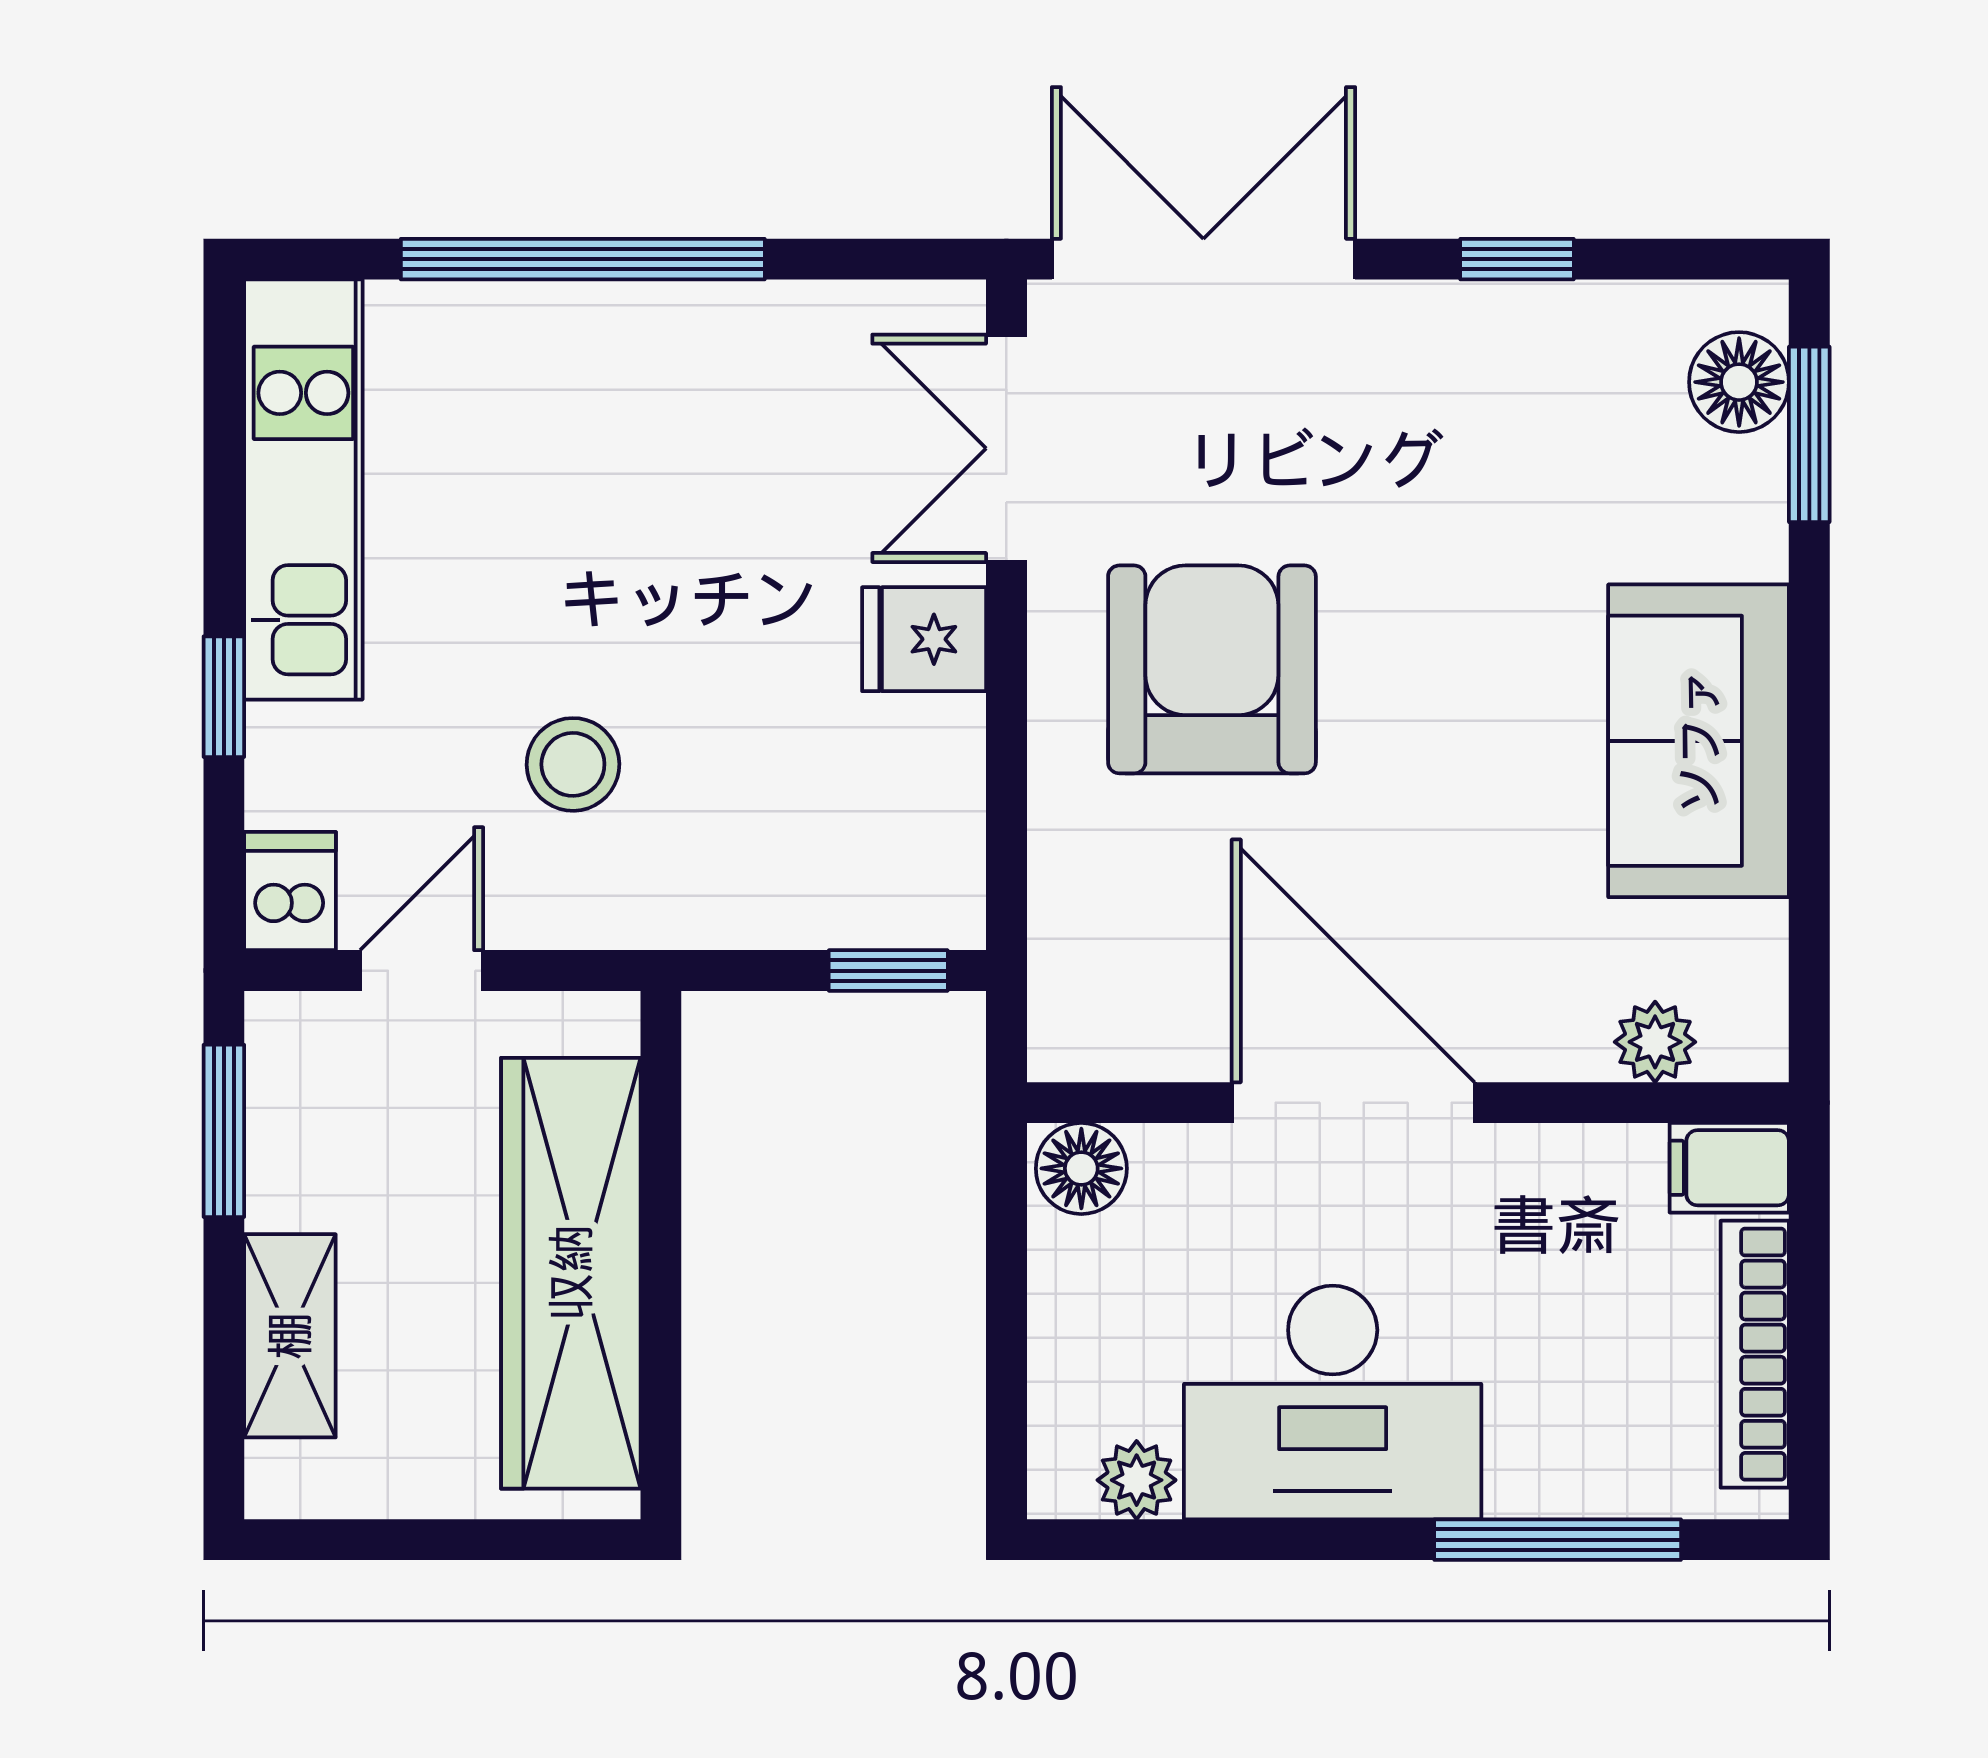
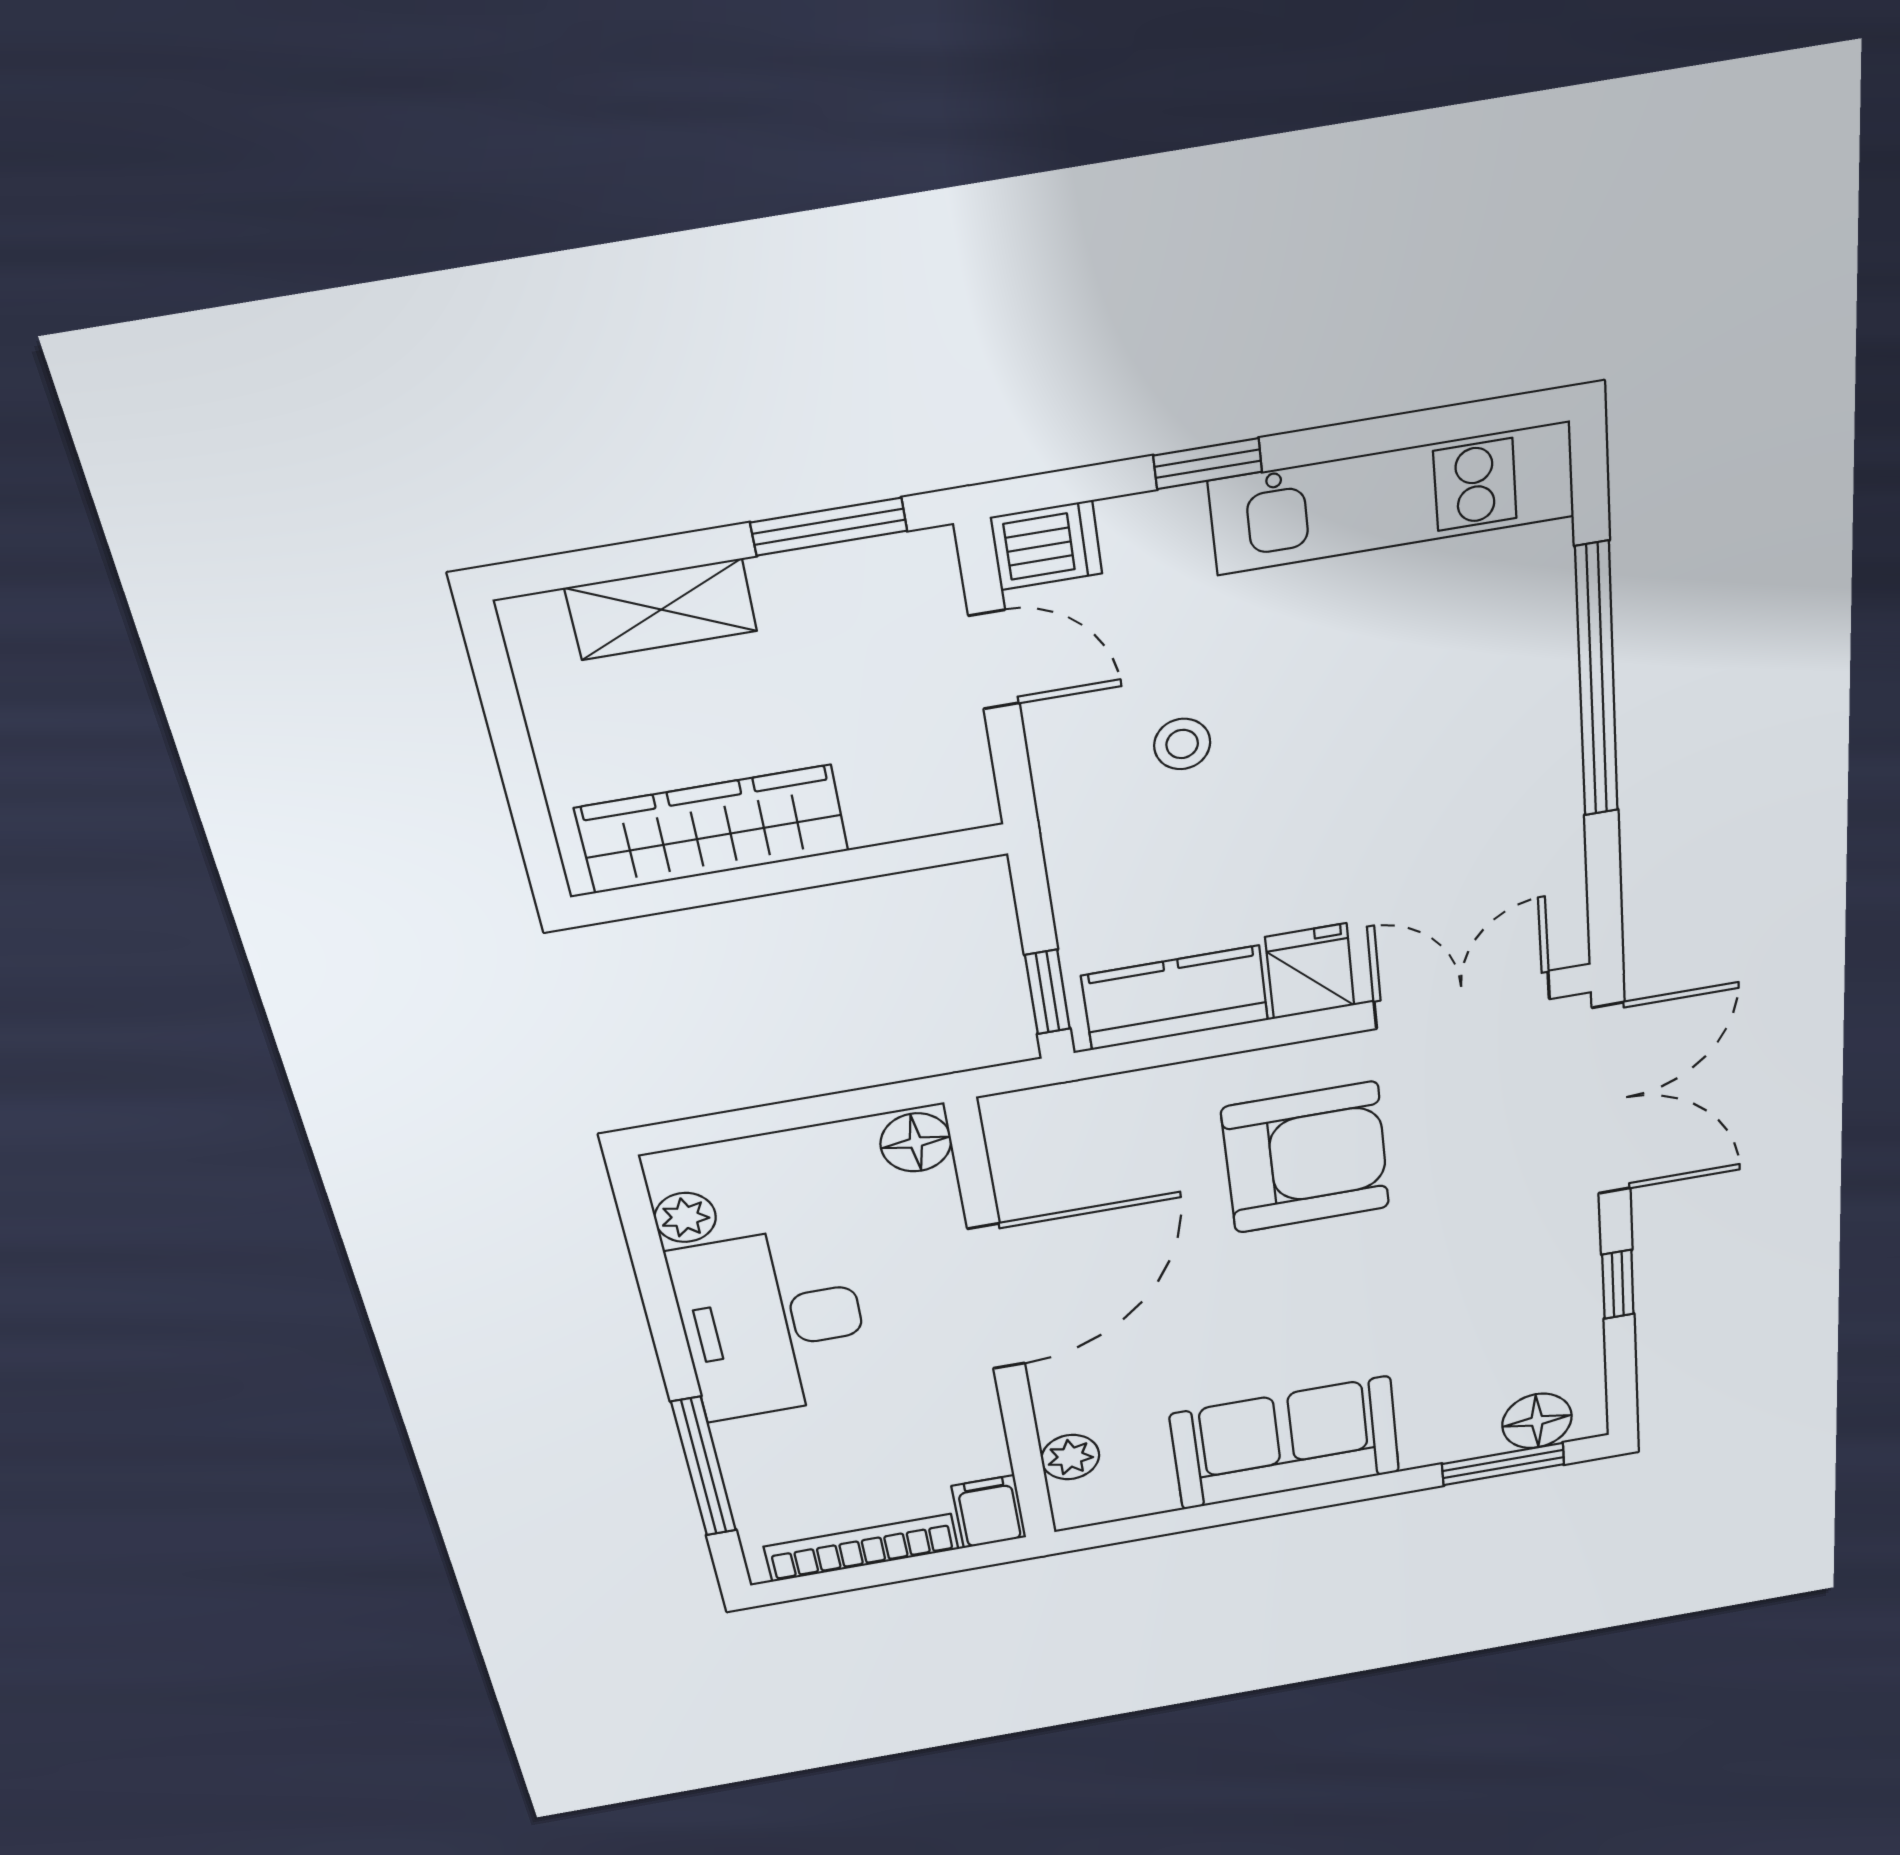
stool: (573, 764) -> (1182, 744), width x0.73, depth x0.73
kitchen counter: (929, 813) -> (1175, 998), added
wardrobe: (571, 1273) -> (712, 829), width x0.71, depth x0.85

